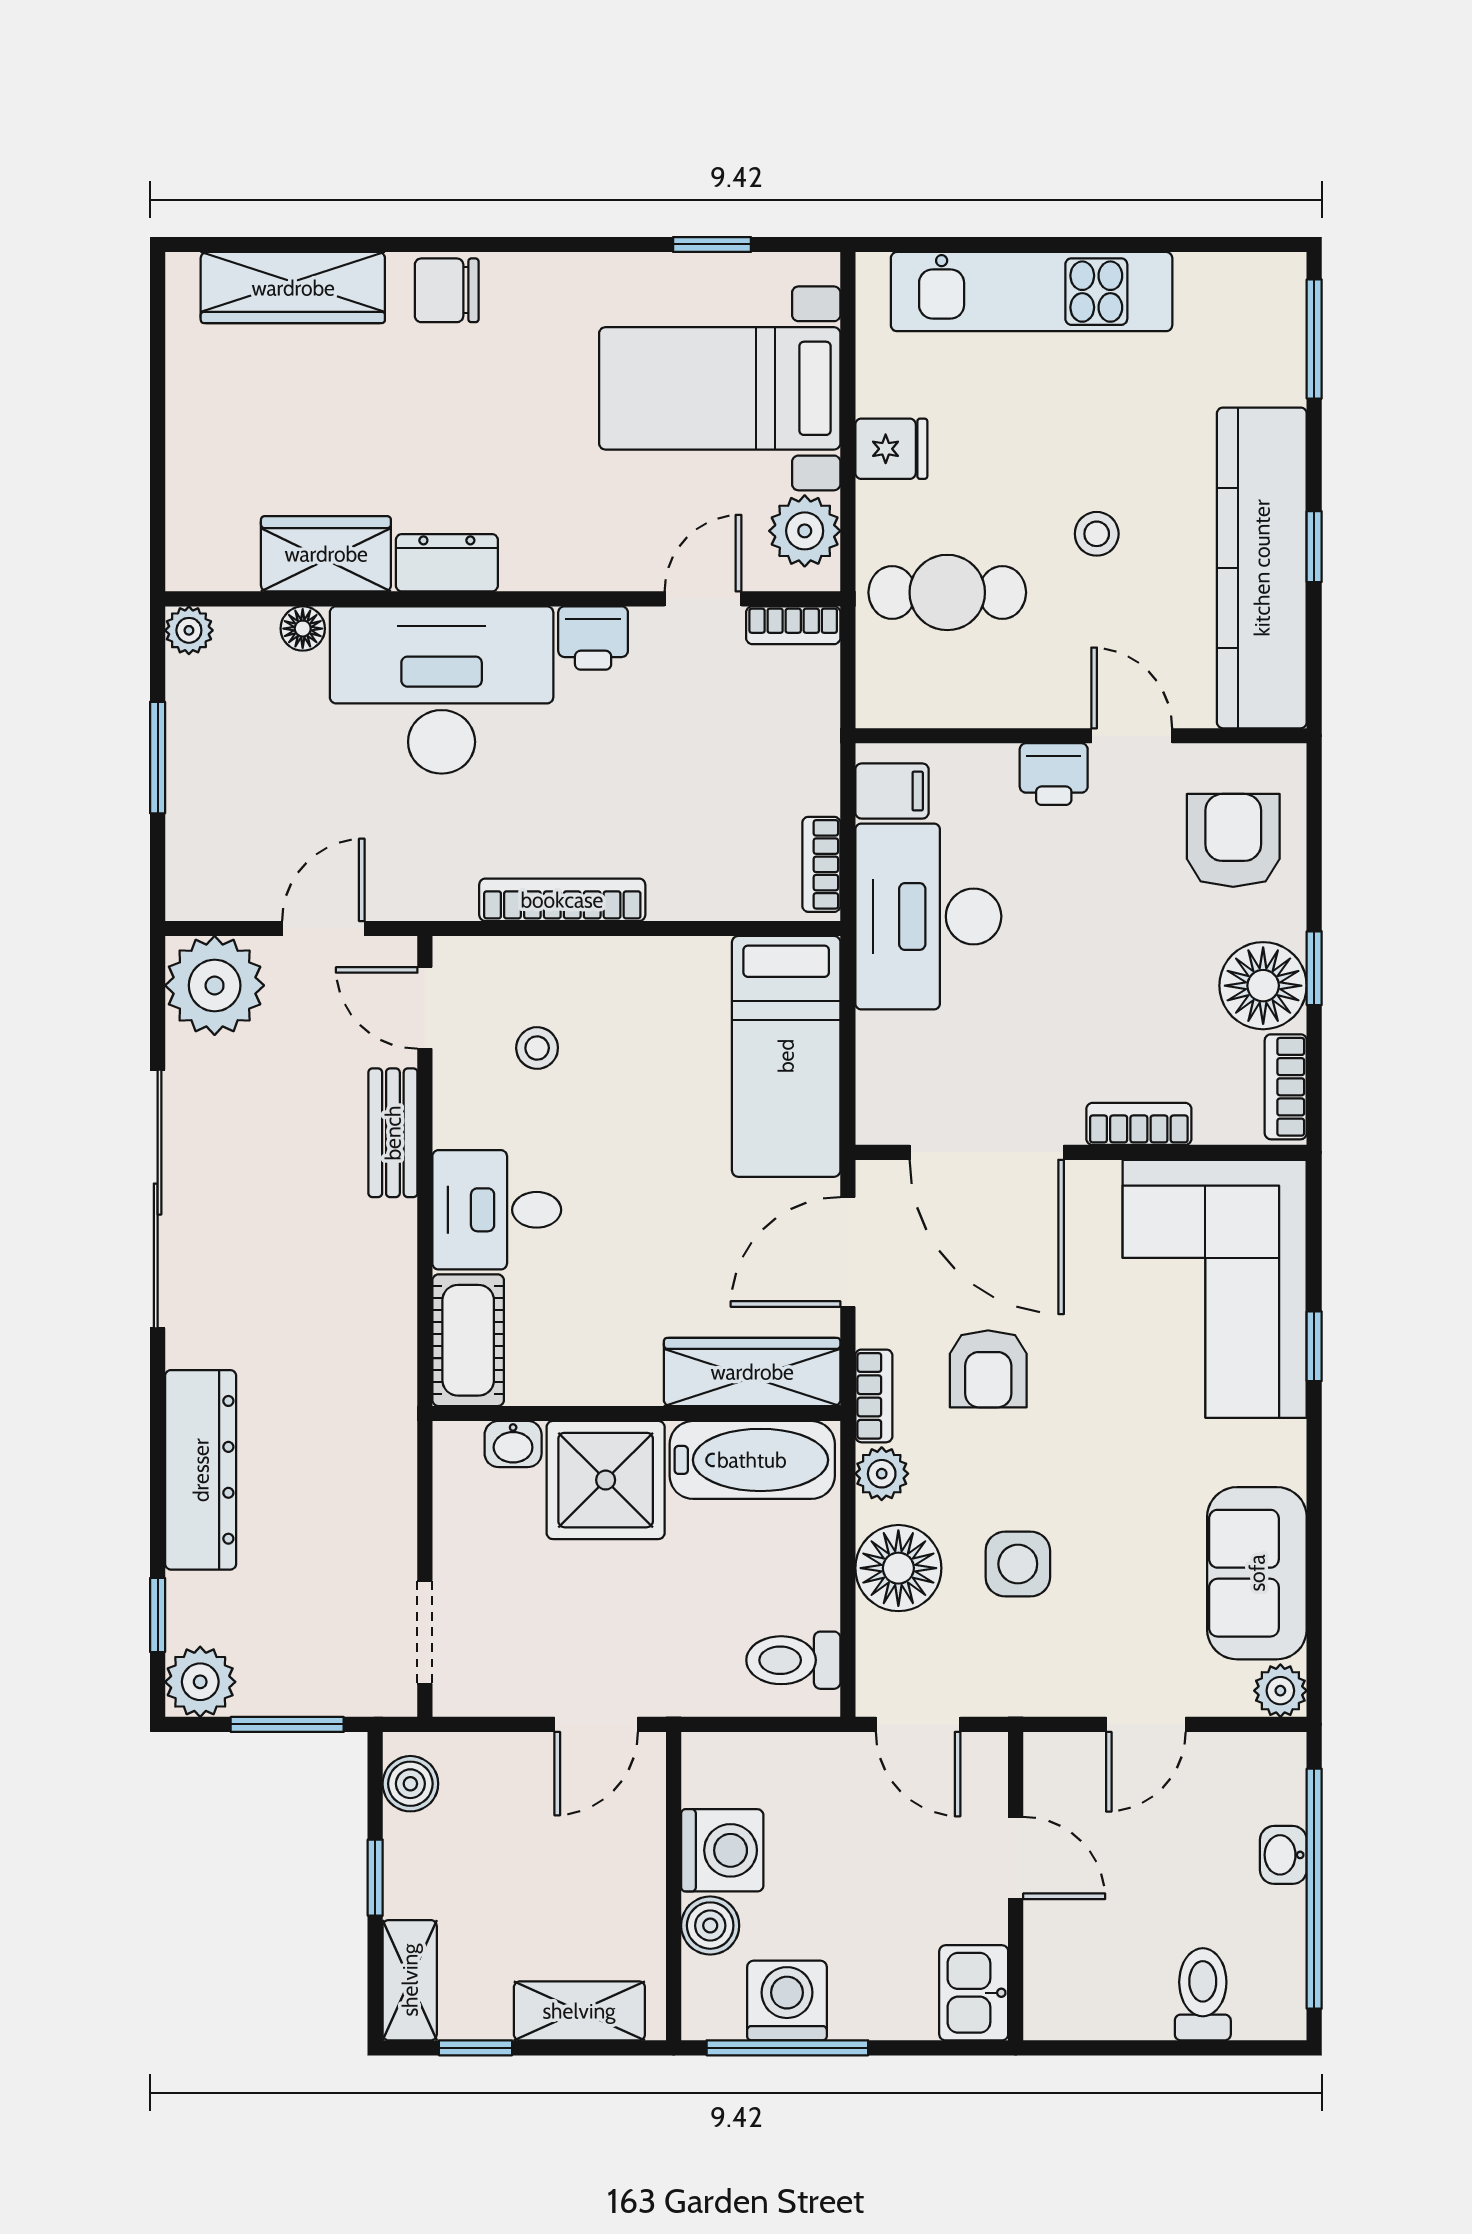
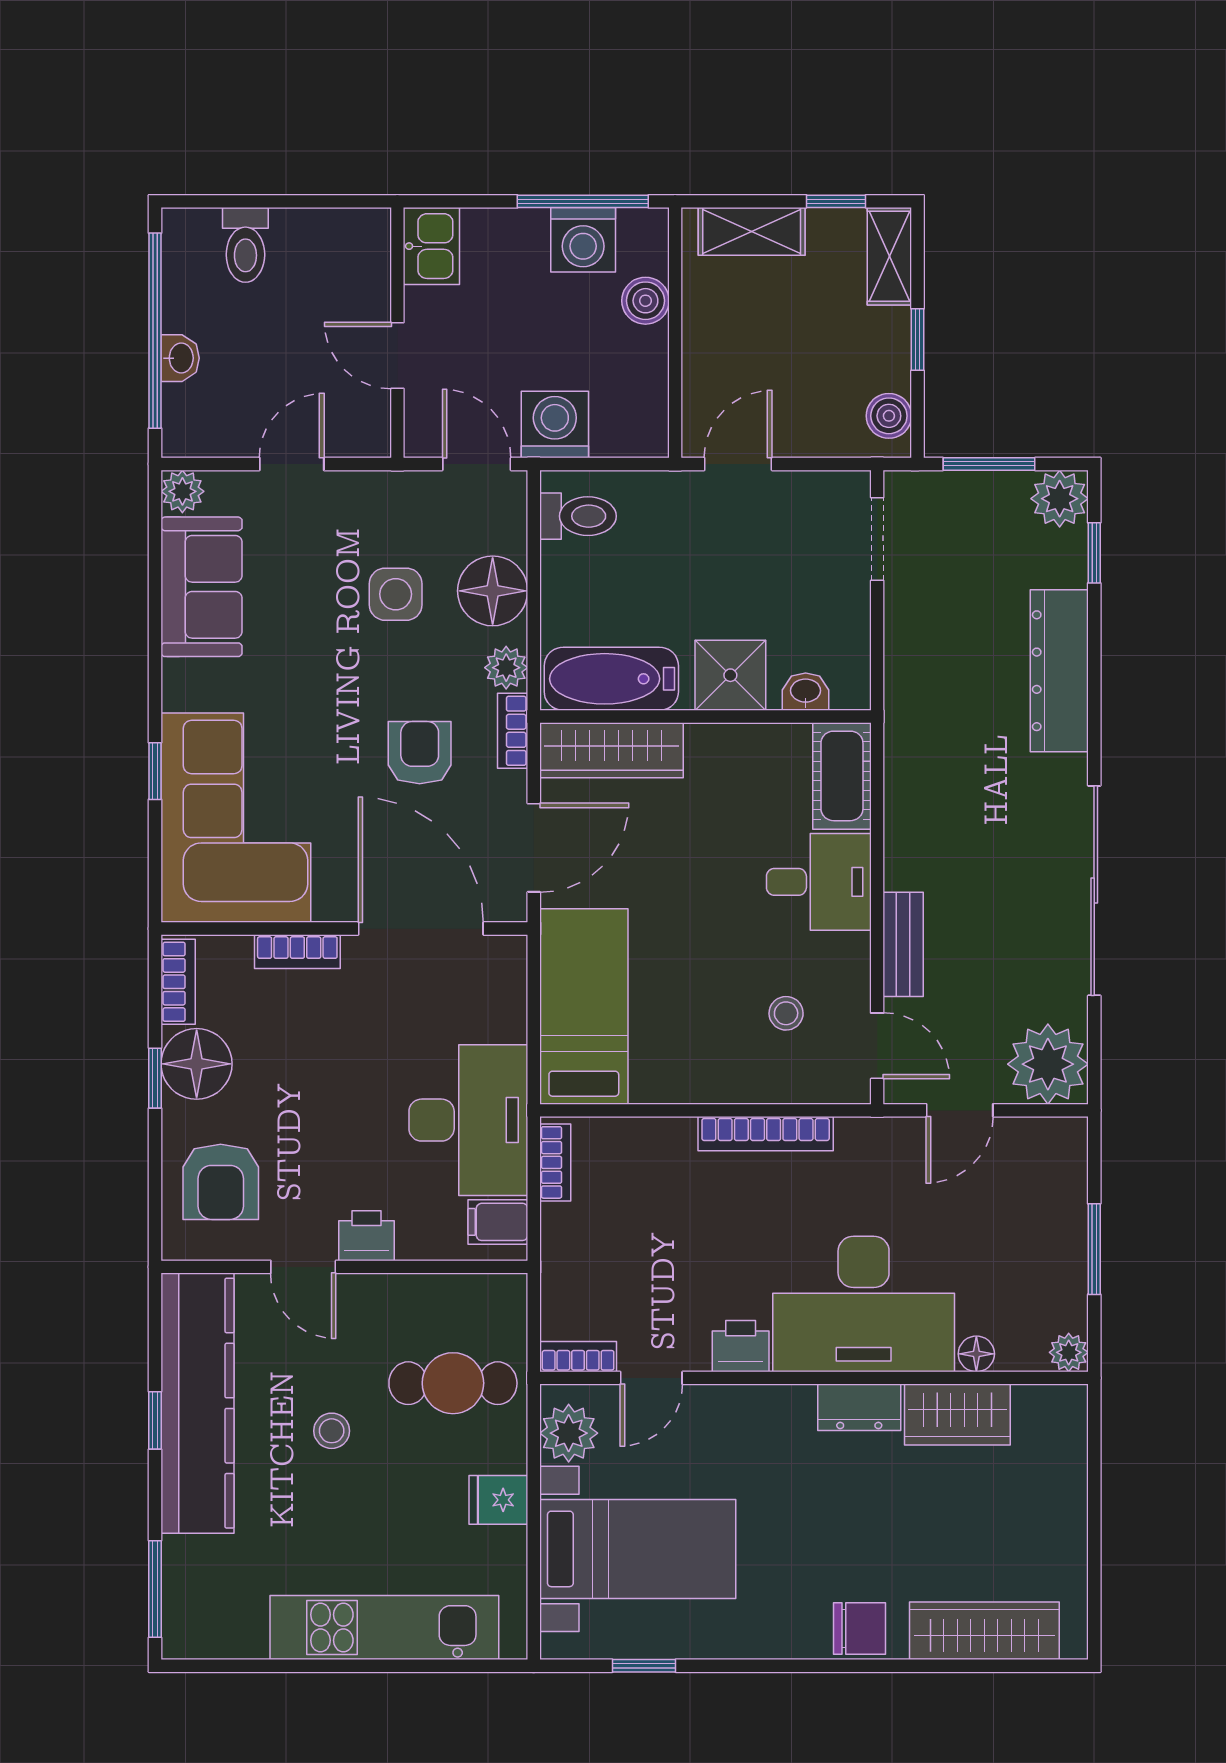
shower: (606, 1480) -> (730, 675), width x0.73, depth x0.73
washing machine: (722, 1850) -> (555, 424), moved, turned 90

